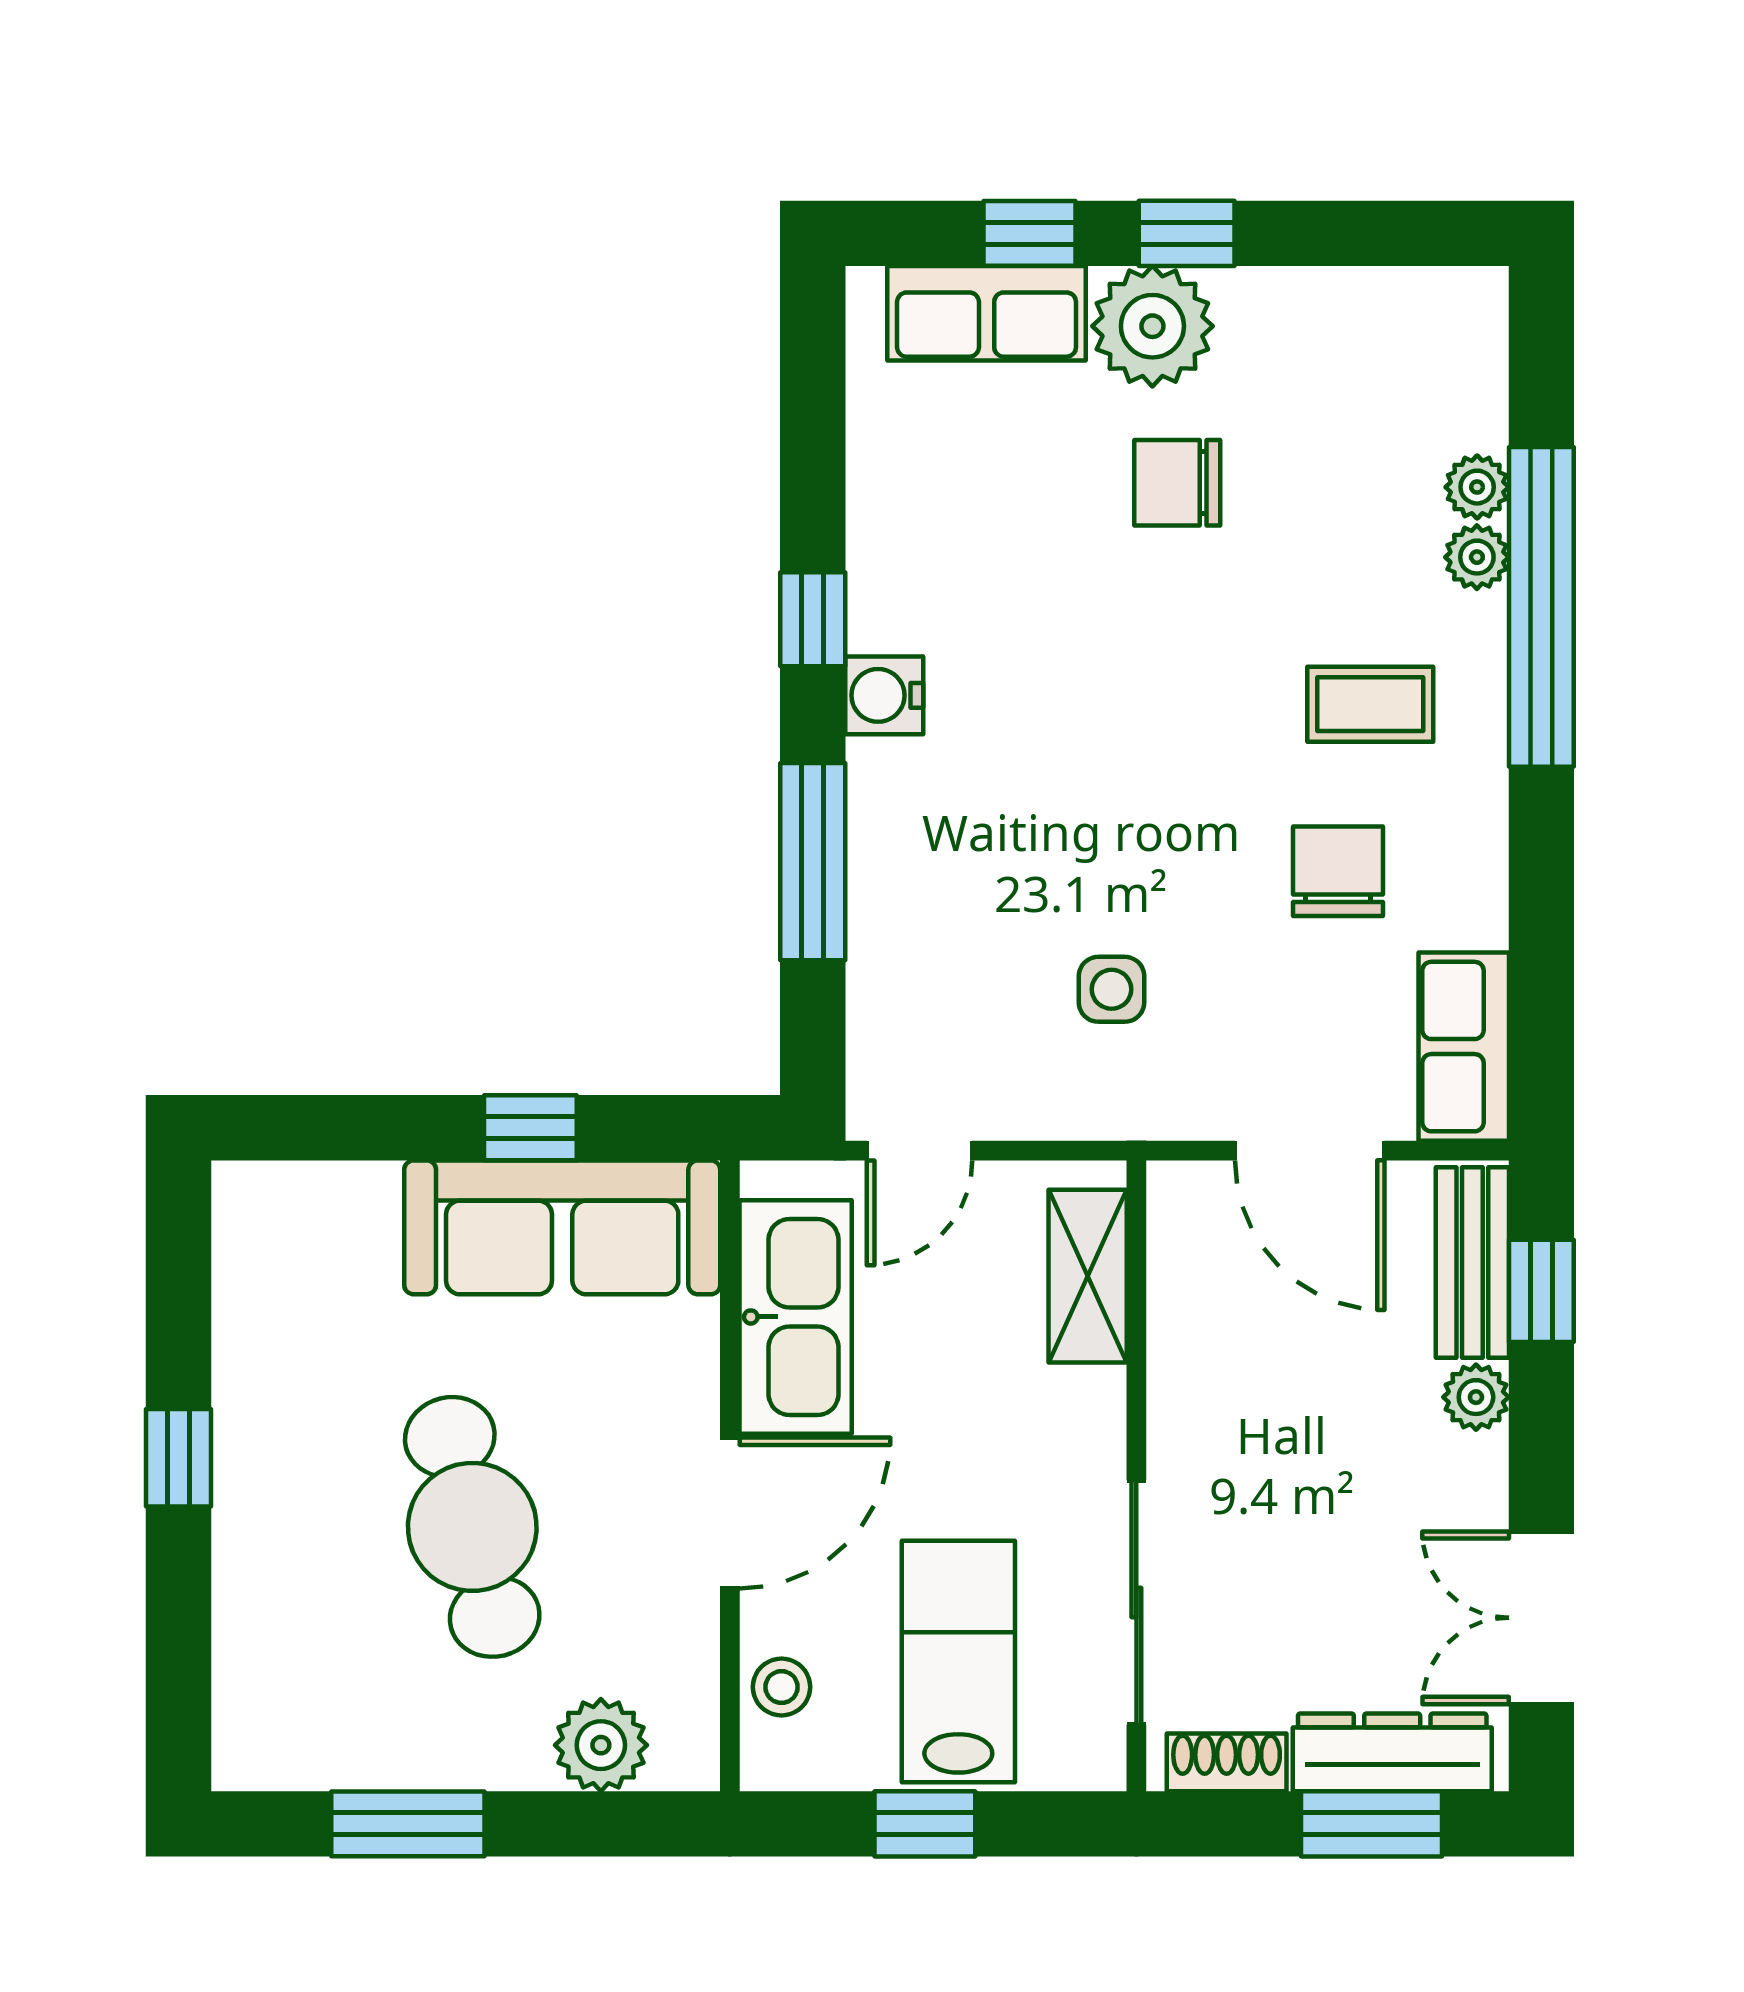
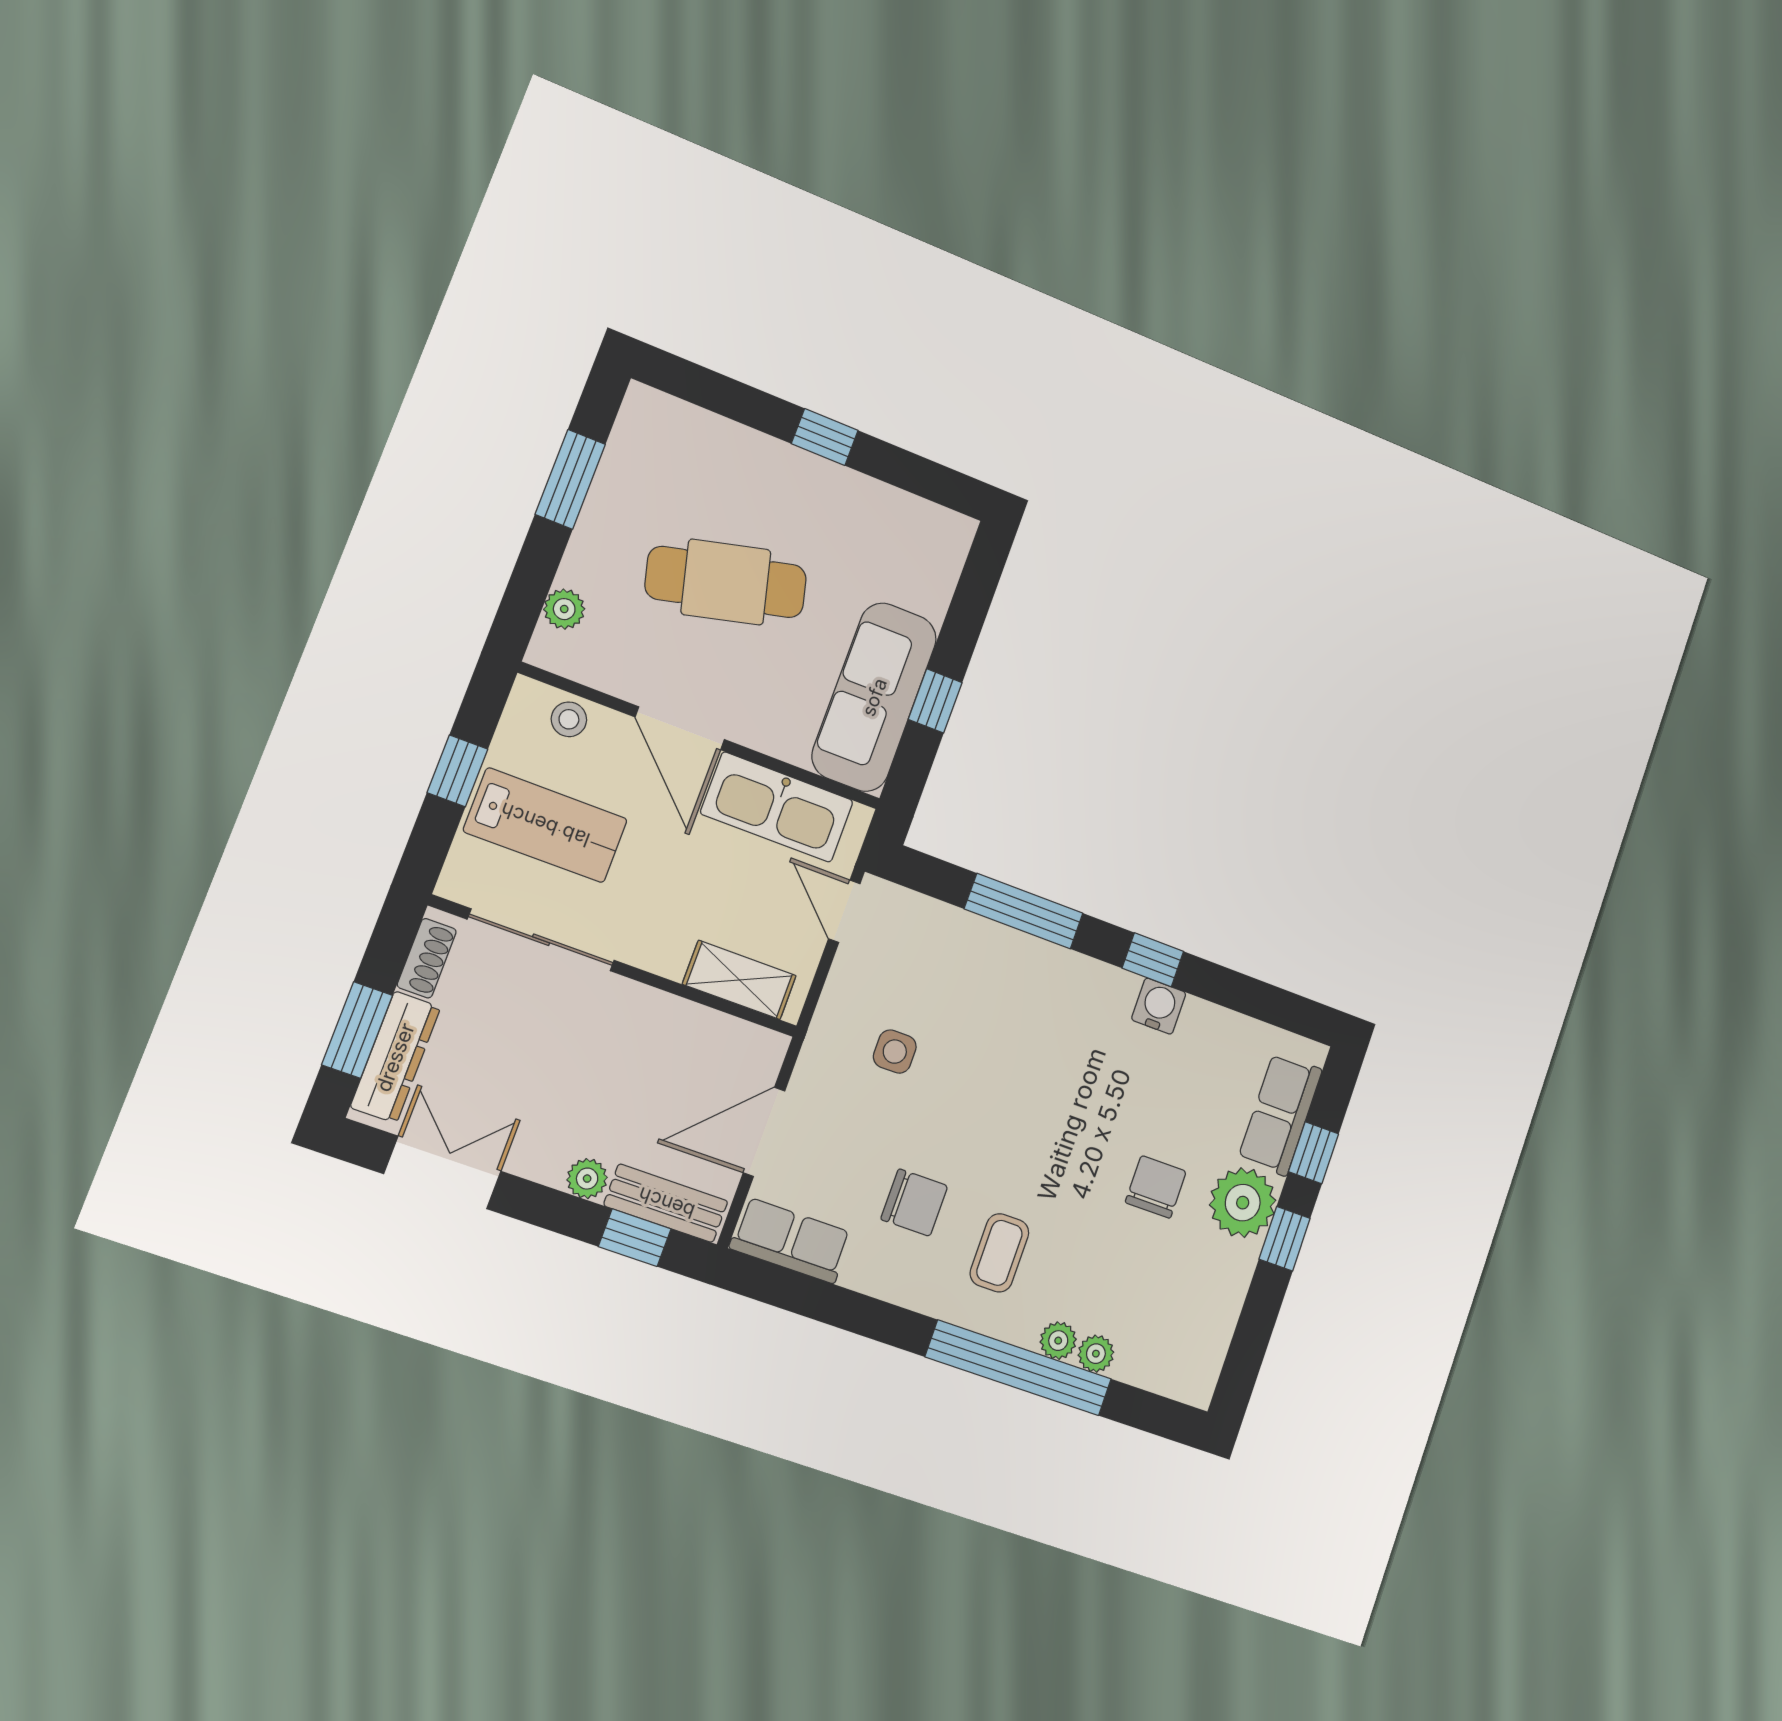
water cooler: (884, 695) -> (1159, 1006), moved
plant: (601, 1745) -> (564, 609), width x0.73, depth x0.73

